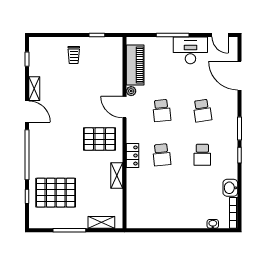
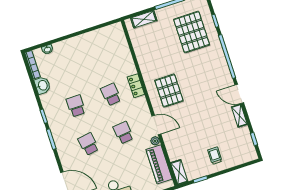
pallet: (99, 139) -> (169, 91), turned 90
shelving: (117, 176) -> (179, 172), moved
pallet: (56, 193) -> (192, 32), turned 90

